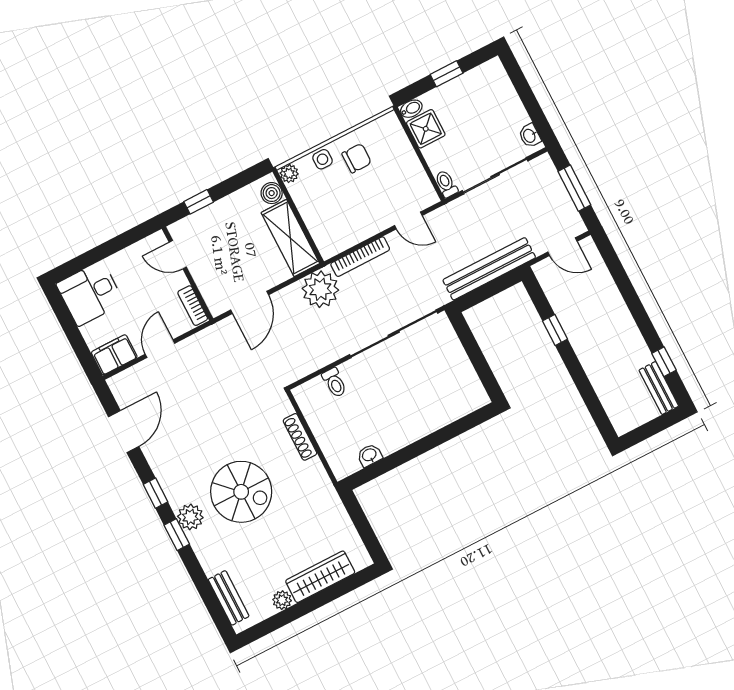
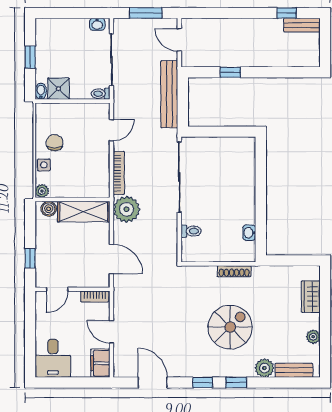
door: (562, 247) -> (179, 40), swing flipped
shoe rack: (300, 437) -> (234, 271), moved
plant: (190, 517) -> (264, 368), moved
wardrobe: (320, 577) -> (311, 297), width x0.67

